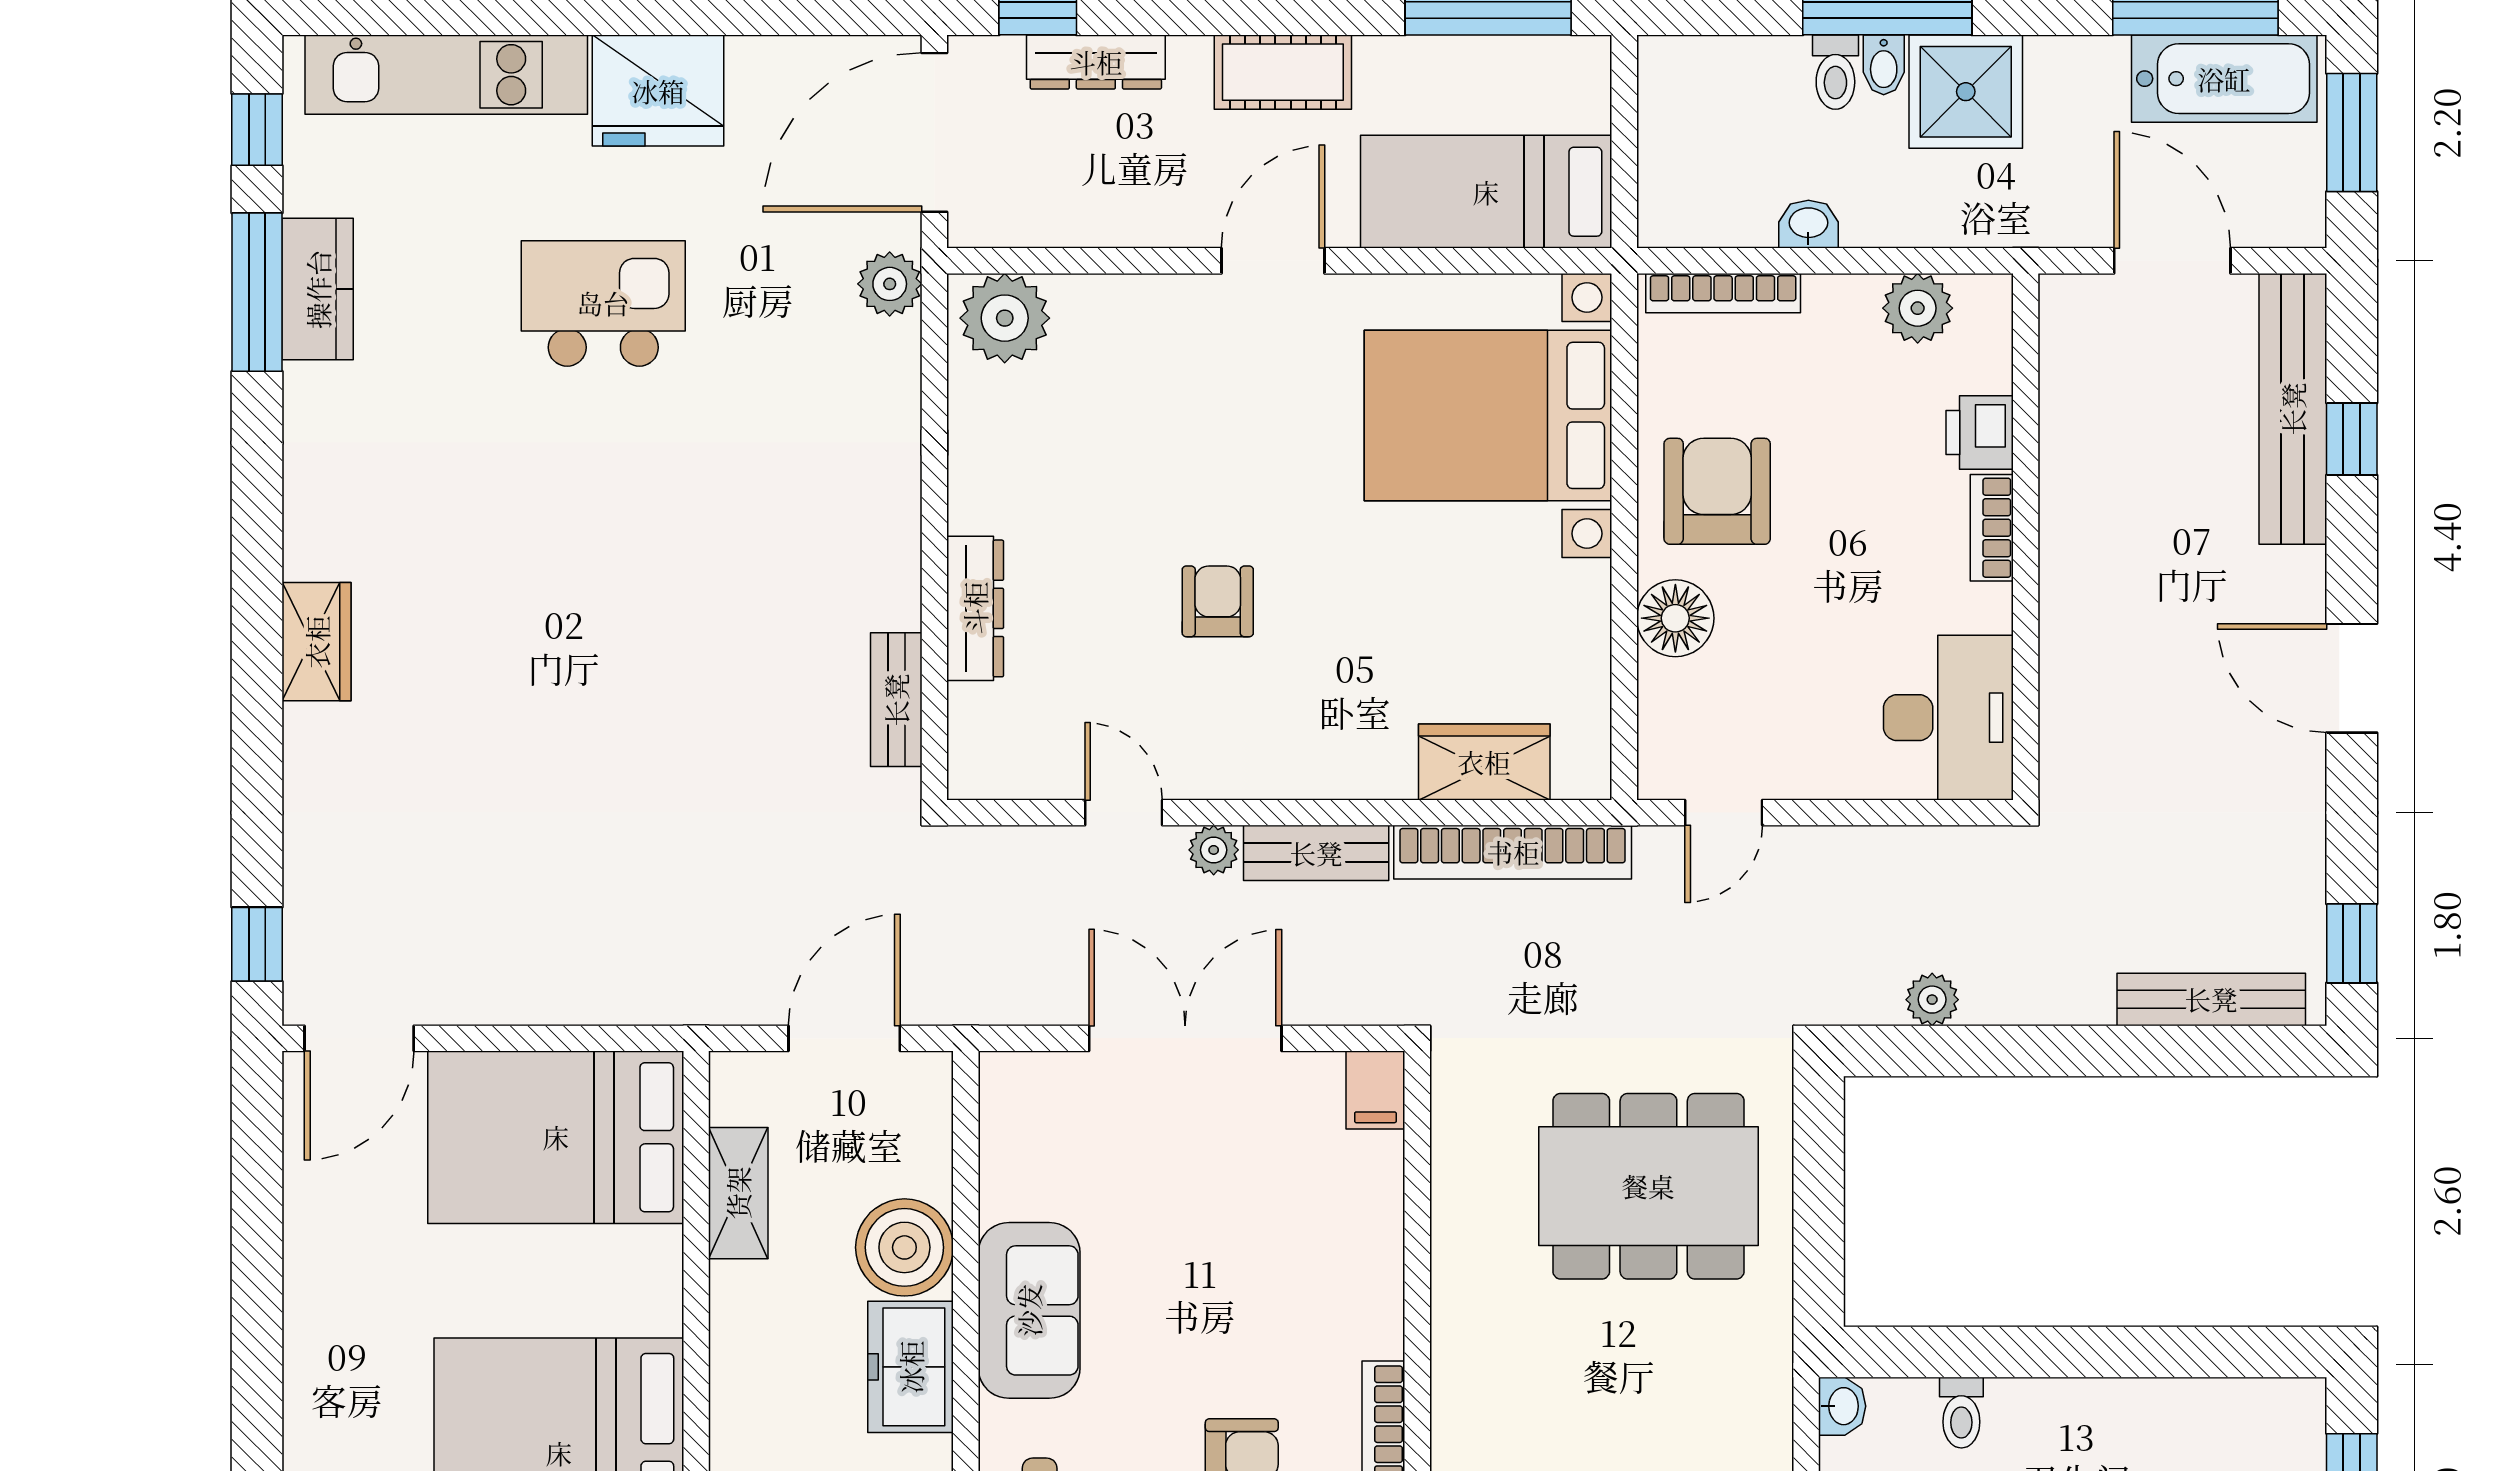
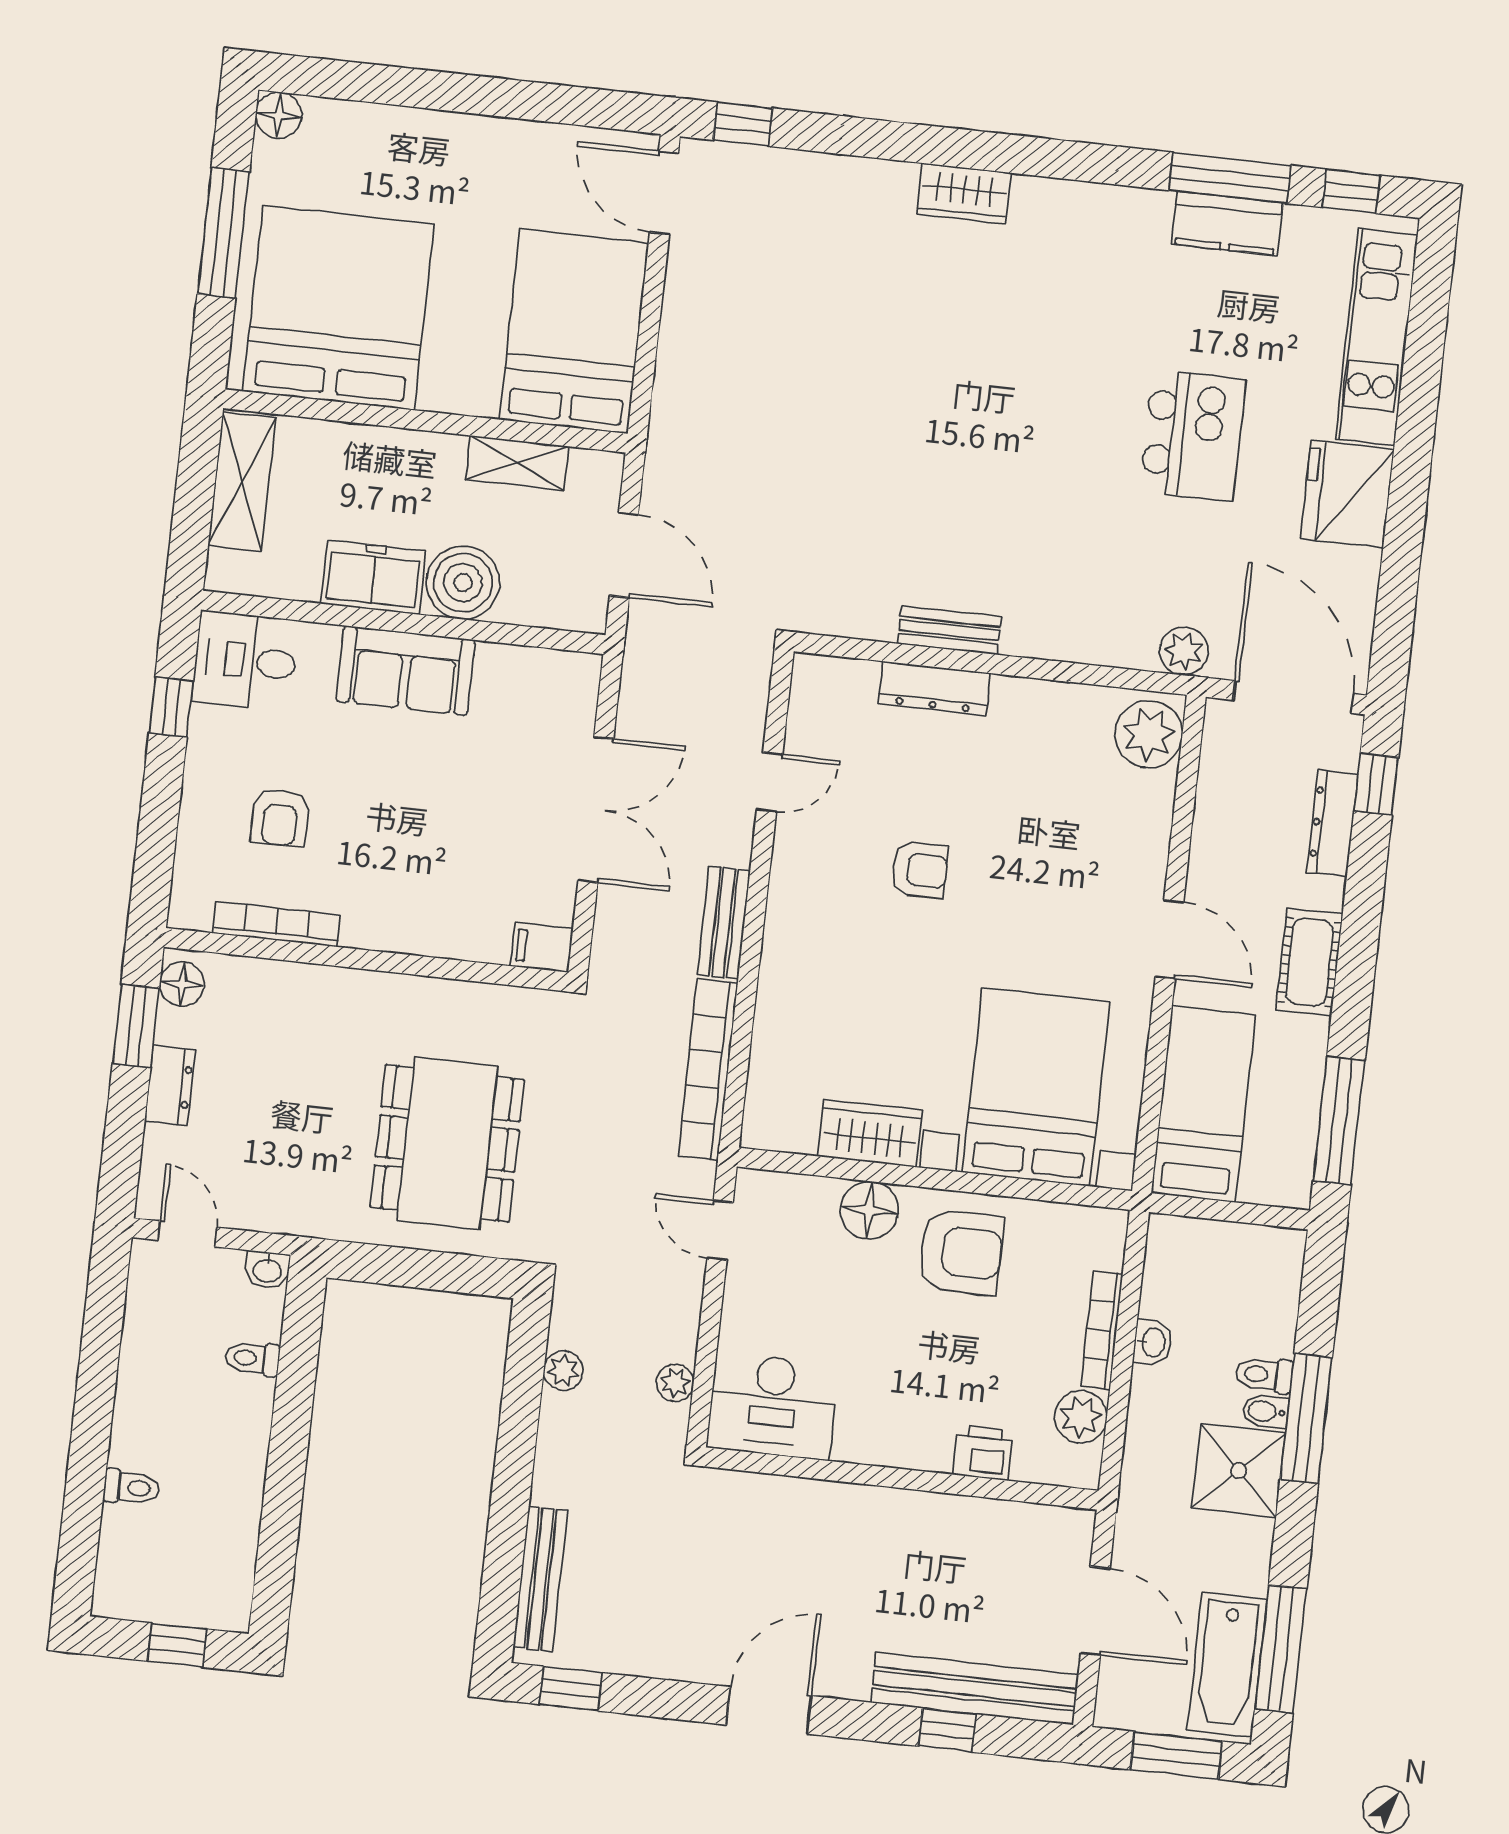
door: (2172, 261) -> (1095, 1611), hinge flipped
bookcase: (1723, 293) -> (1102, 1330), moved
bookcase: (1992, 528) -> (911, 1454), removed
bench: (896, 700) -> (949, 630), moved
wardrobe: (1484, 762) -> (870, 1133), moved, turned -90
plant: (1214, 850) -> (675, 1383), moved

